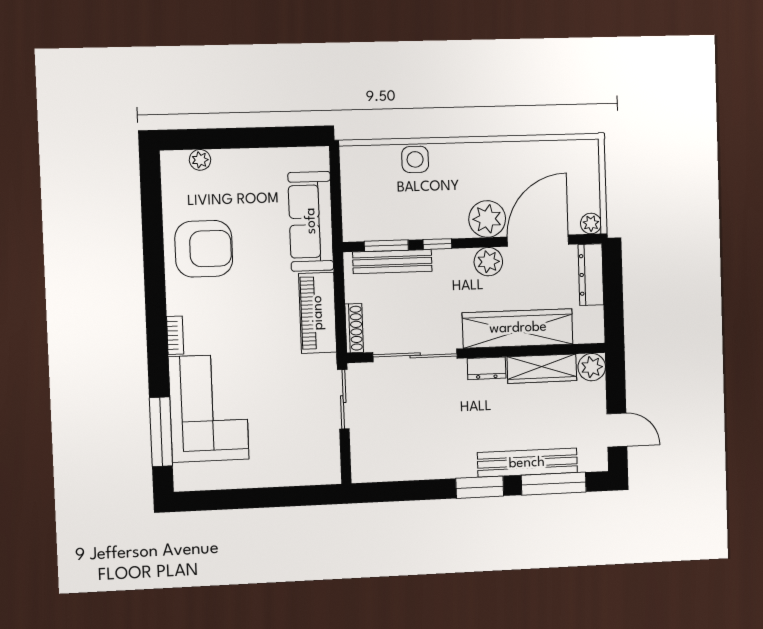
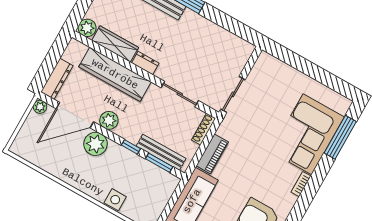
piano: (318, 313) -> (212, 154), width x0.73, depth x0.75
sliding door: (415, 355) -> (180, 94), width x0.73

